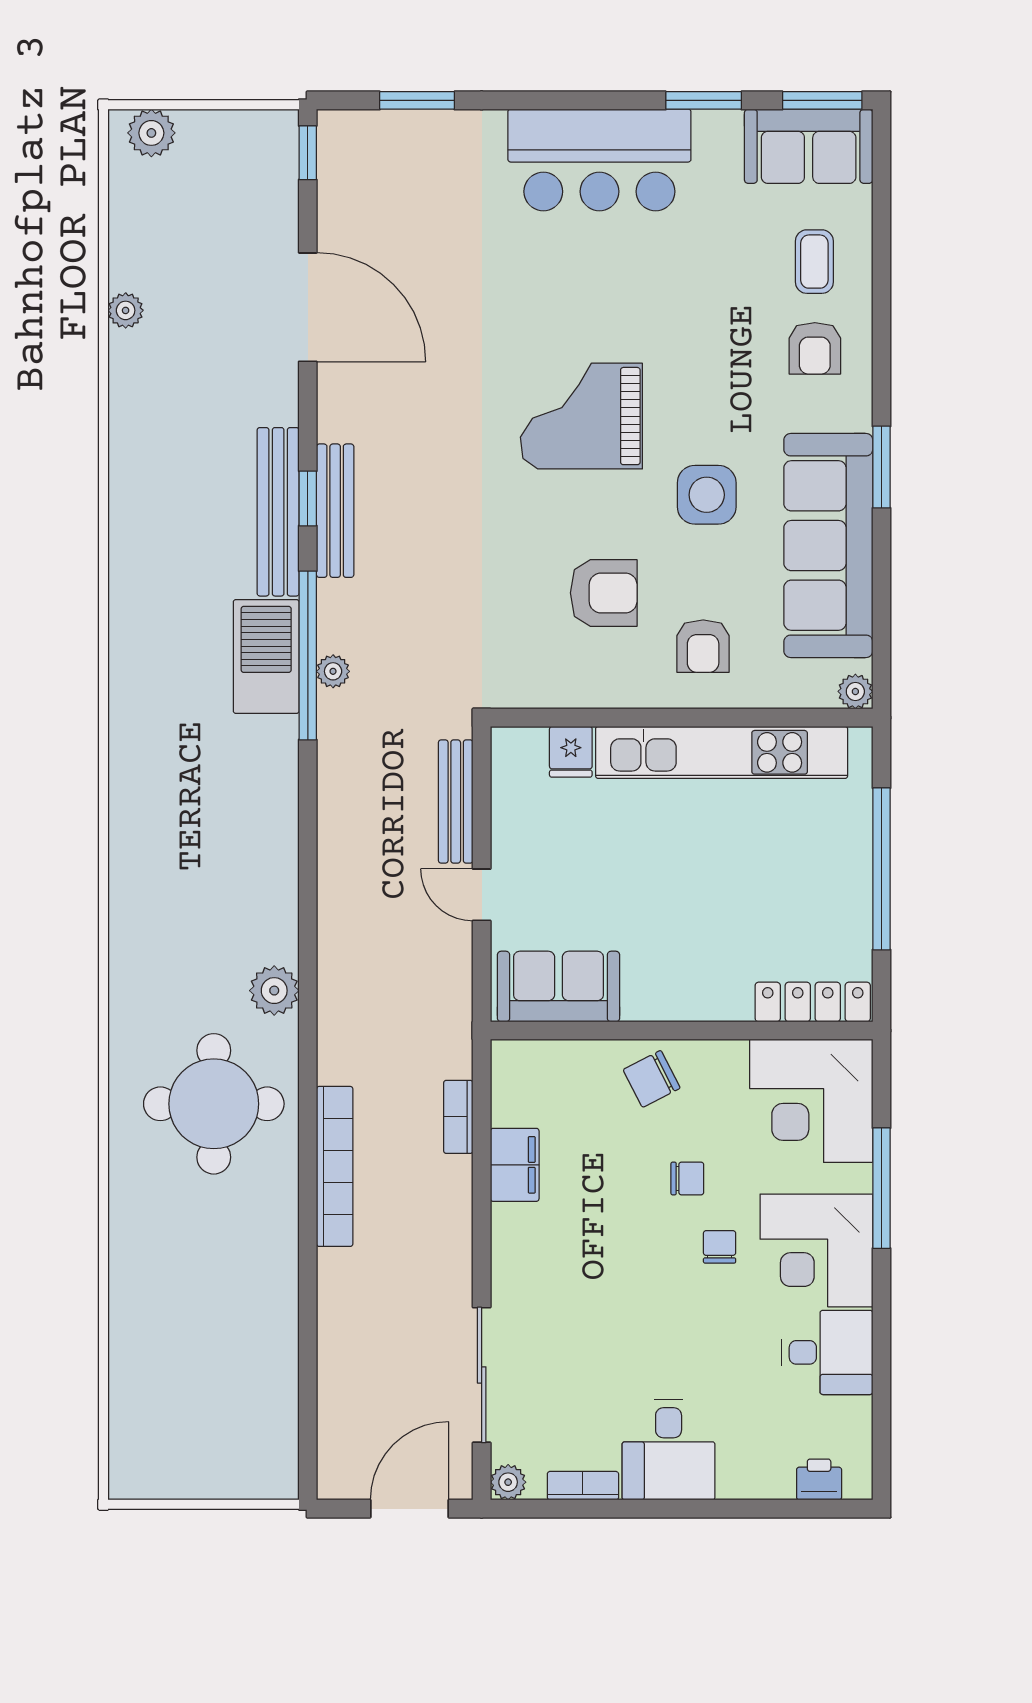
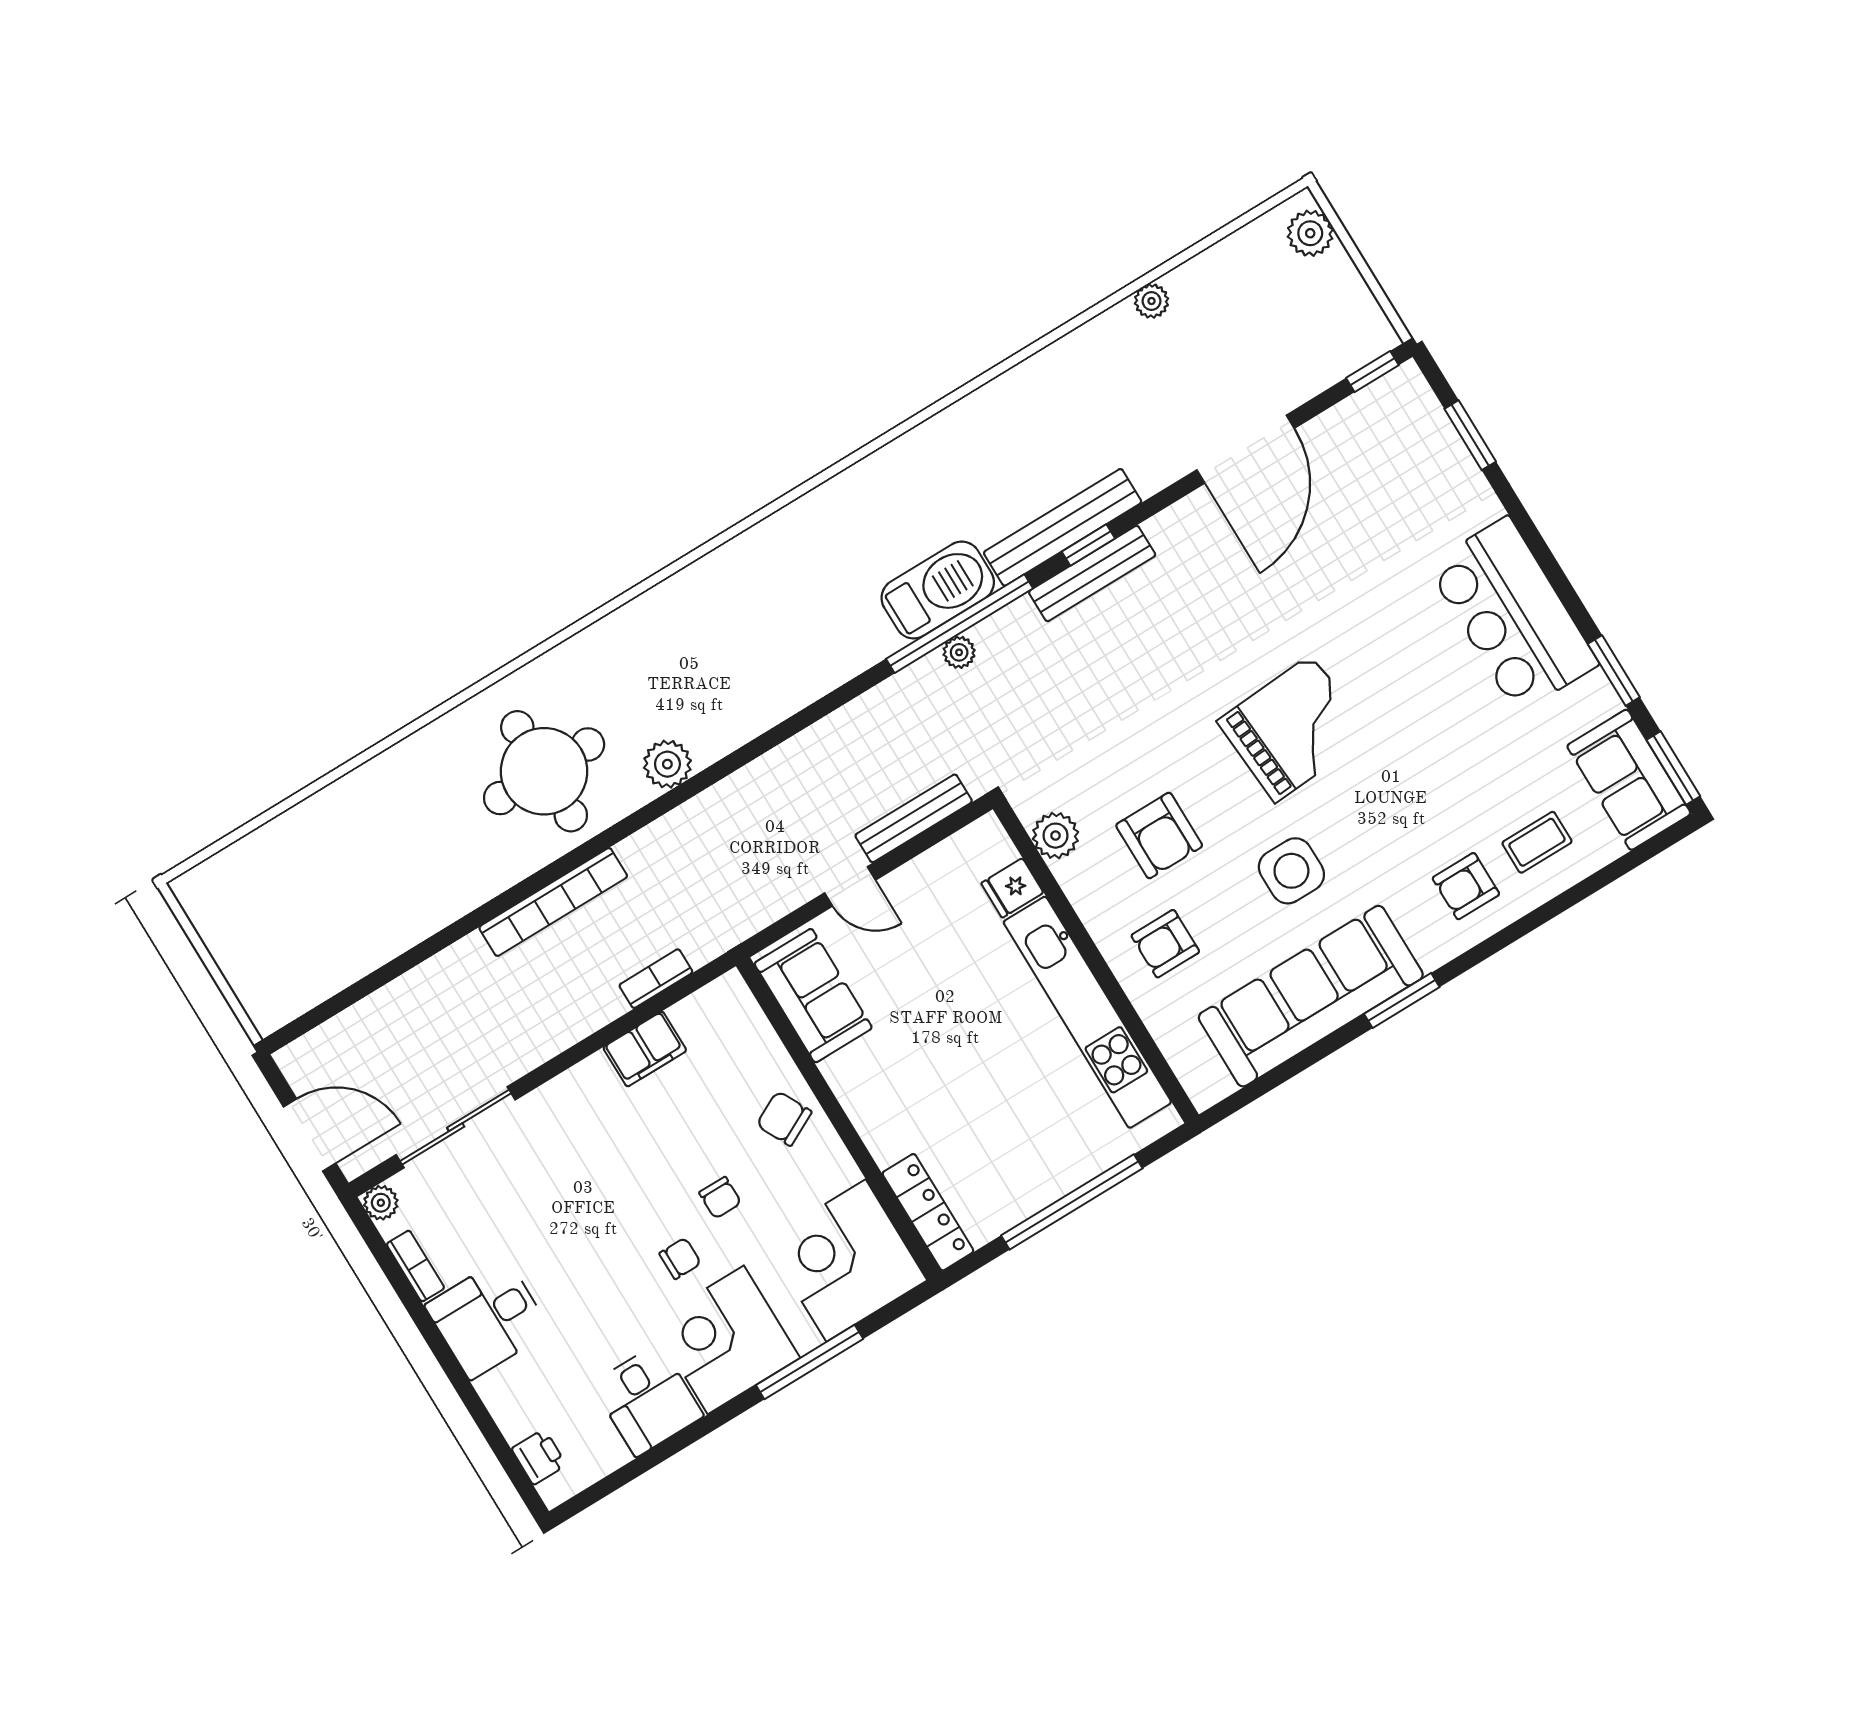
grand piano: (581, 416) -> (1293, 728), turned 86
plant: (855, 691) -> (1056, 836), moved, width x1.38, depth x1.38
door: (482, 895) -> (850, 886), swing flipped

